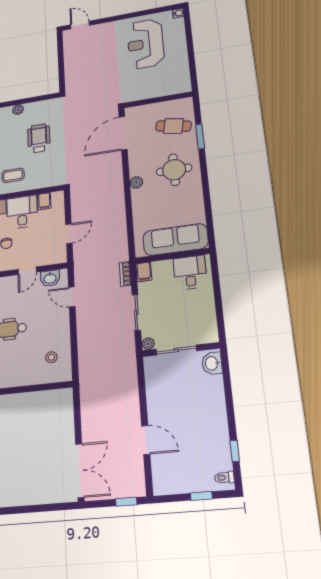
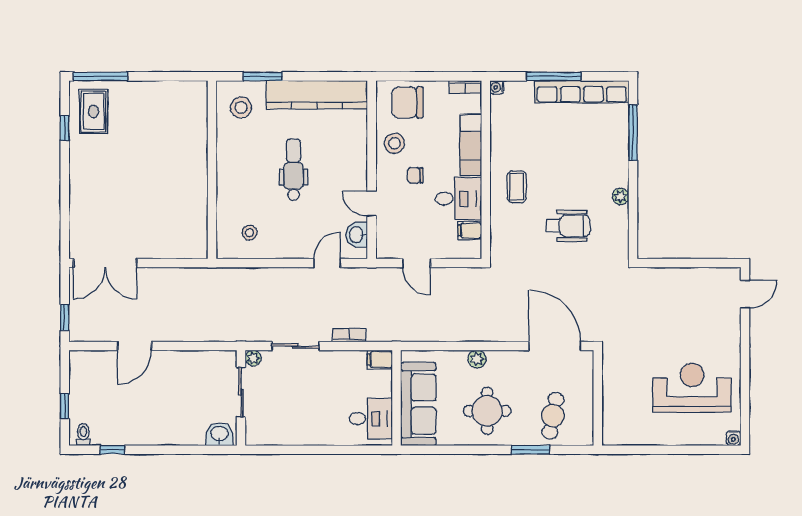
sofa: (175, 240) -> (418, 404), moved
wall: (172, 256) -> (397, 398), moved
filing cabinet: (144, 272) -> (380, 360), moved
desk: (190, 272) -> (371, 419), moved

